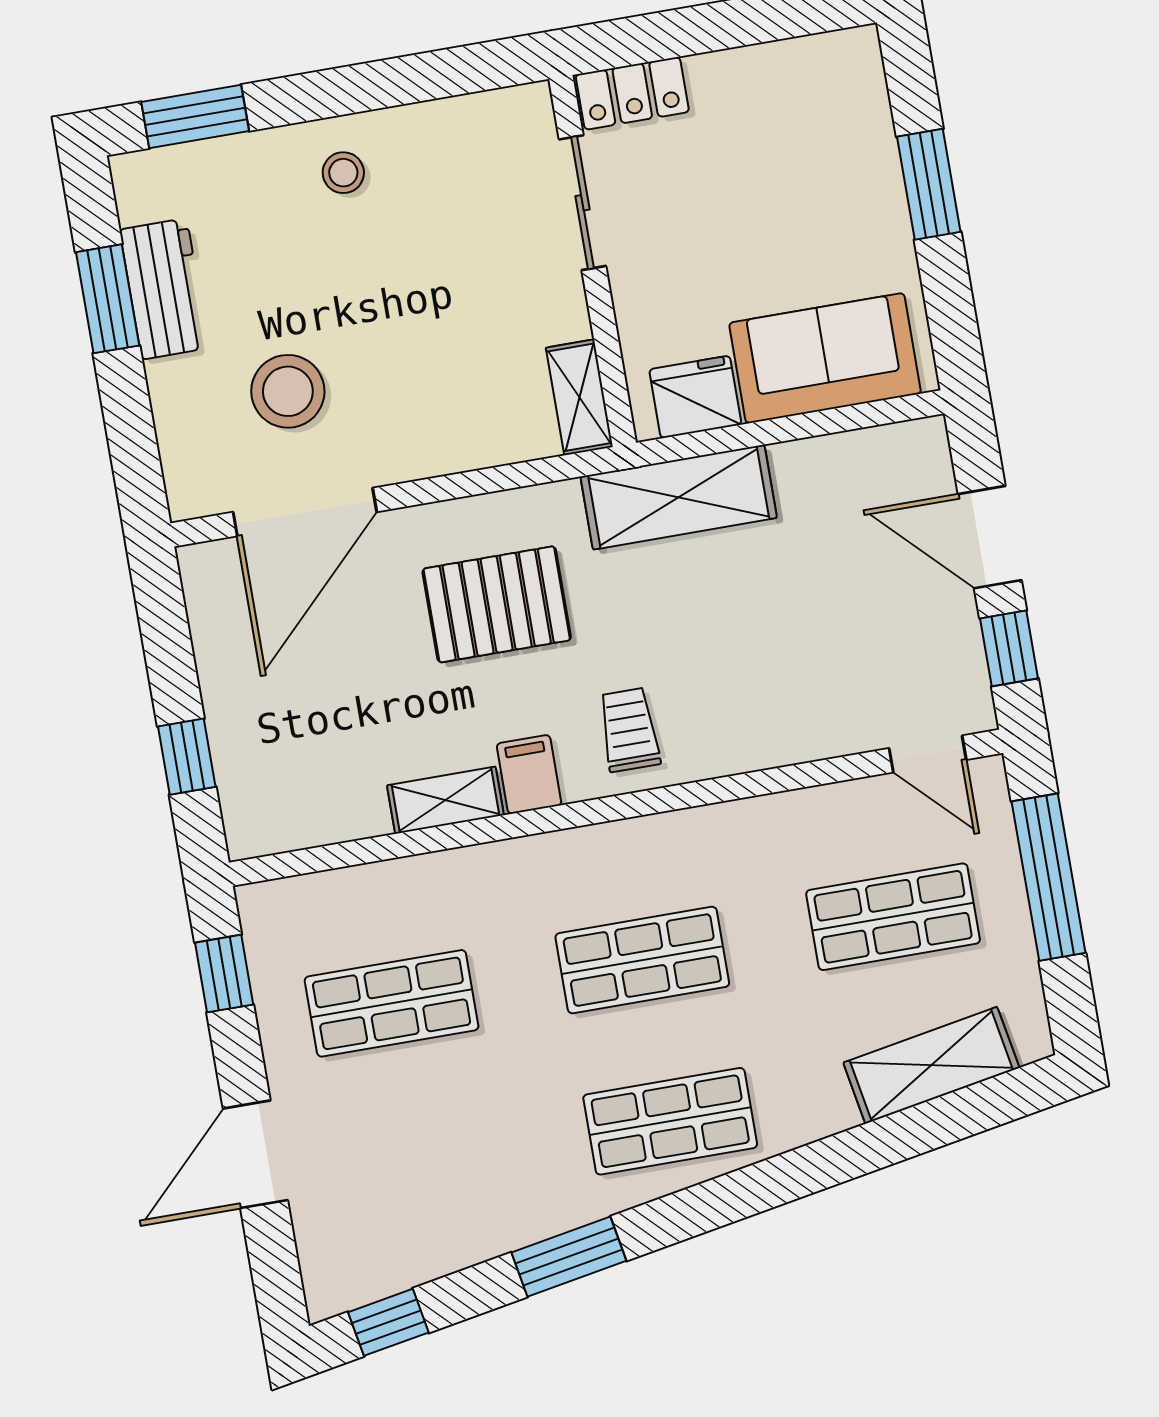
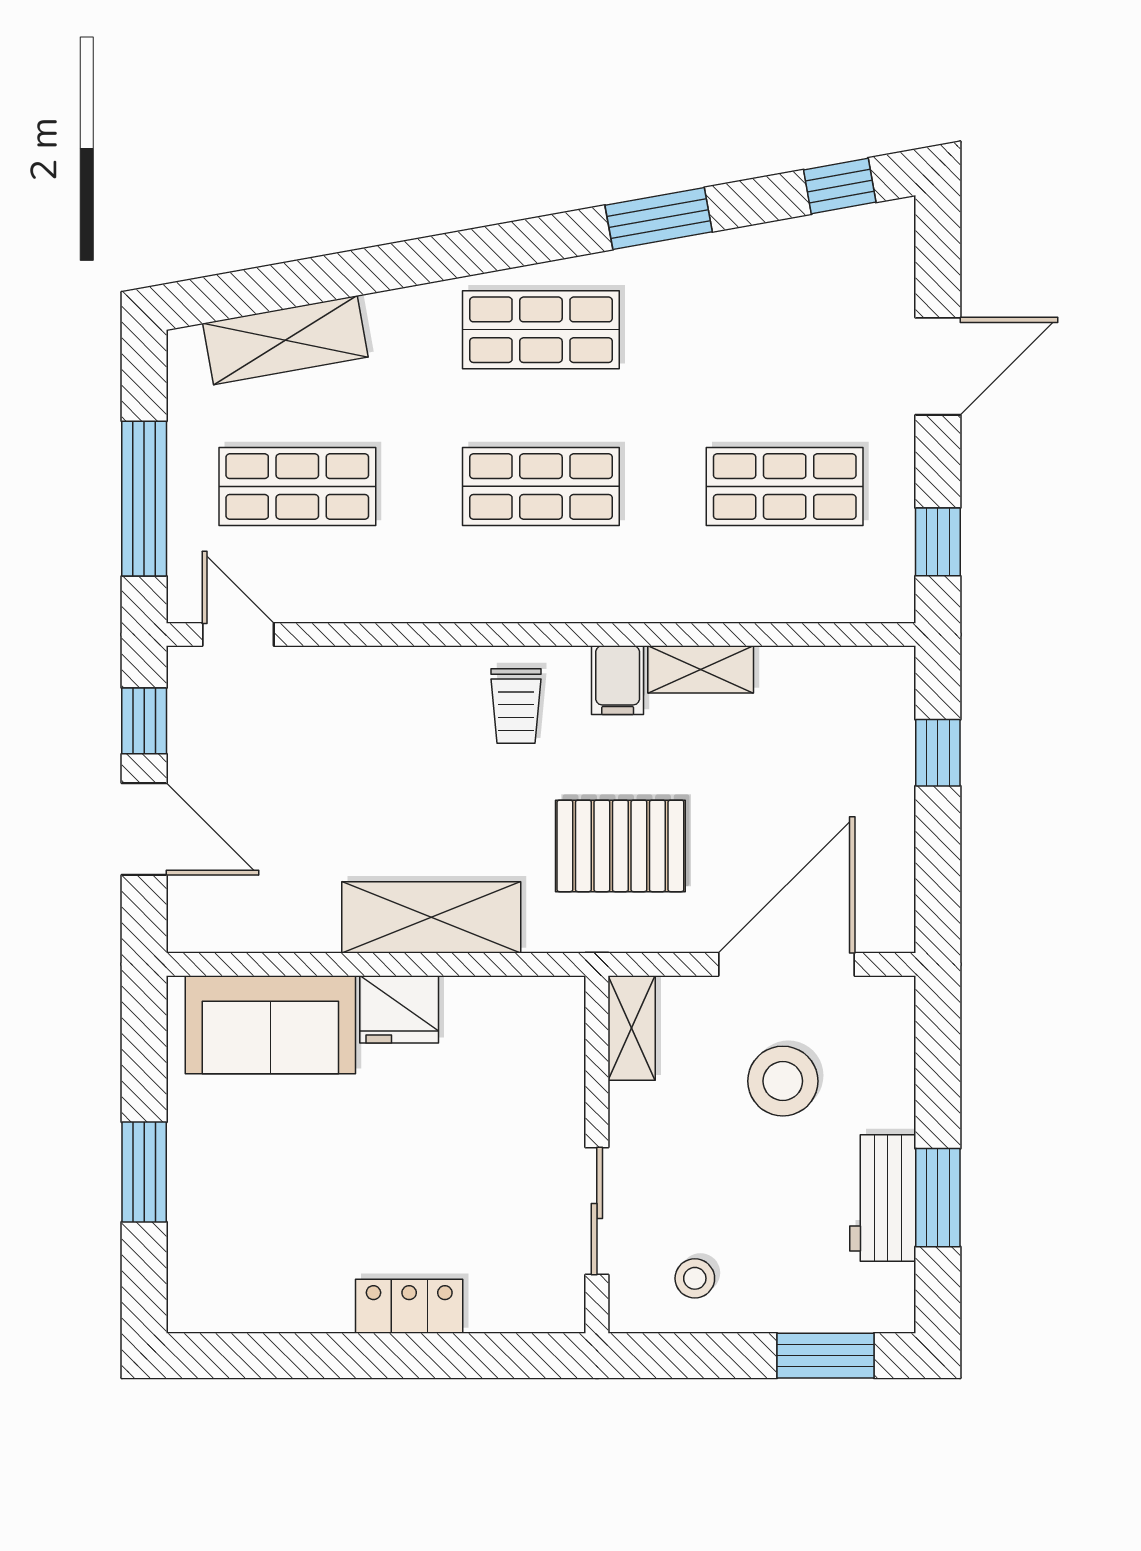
sliding door: (583, 203) -> (597, 1211), moved
wall: (593, 261) -> (597, 1154), moved
shelving: (579, 397) -> (632, 1028), moved

